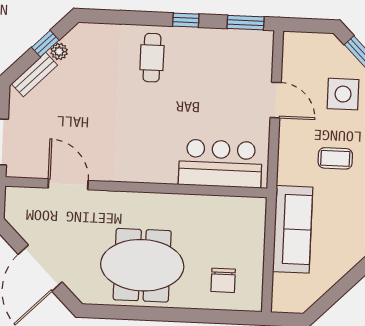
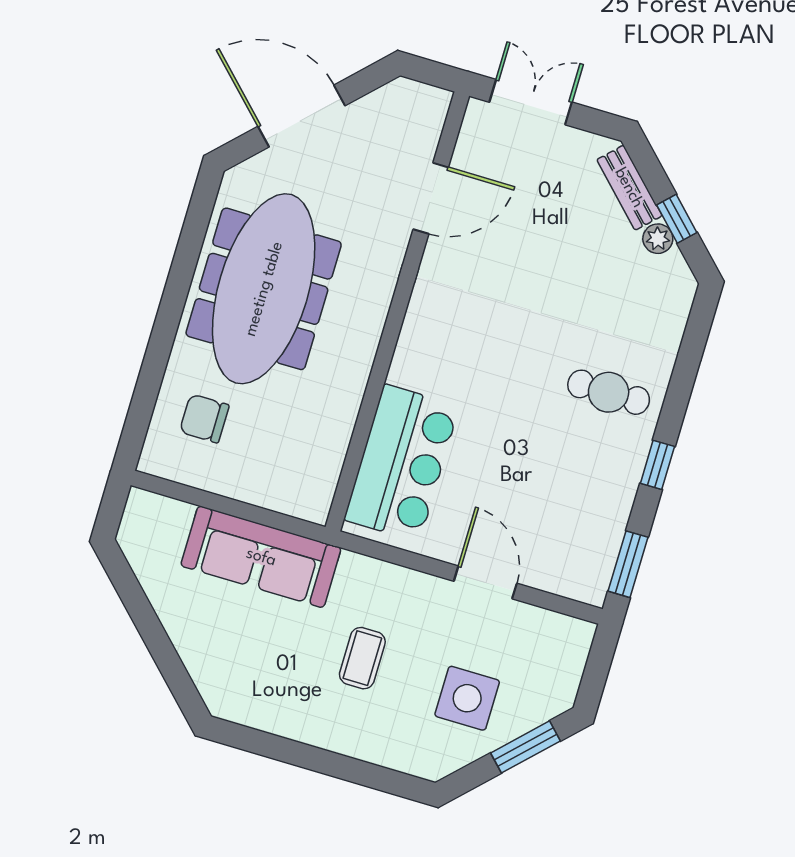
door: (276, 100) -> (485, 582), swing flipped
meeting table: (142, 265) -> (264, 289), width x1.36

